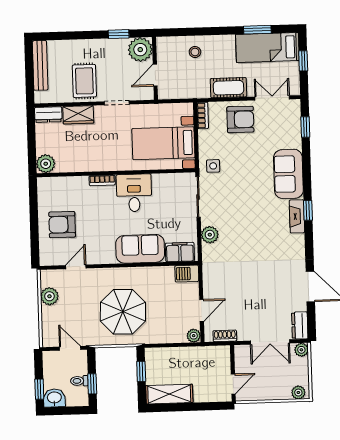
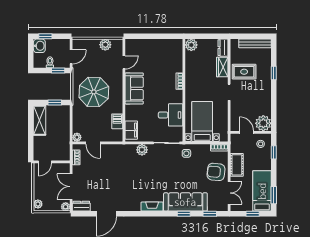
window: (257, 30) -> (274, 195), moved
window: (207, 31) -> (274, 152), added
window: (119, 34) -> (274, 73), moved
plant: (140, 50) -> (263, 123), moved
wall: (155, 68) -> (251, 132), moved
door: (155, 75) -> (246, 132), moved
armchair: (240, 119) -> (216, 172), turned 96
sofa: (288, 174) -> (185, 202), width x1.36
desk: (134, 193) -> (171, 115), moved
window: (308, 210) -> (184, 214), moved
armchair: (62, 225) -> (152, 54), removed
sofa: (140, 249) -> (134, 88), moved
door: (76, 267) -> (124, 62), hinge flipped
barbecue: (187, 274) -> (117, 121), moved
window: (92, 384) -> (58, 71), moved
door: (233, 384) -> (45, 162), hinge flipped

